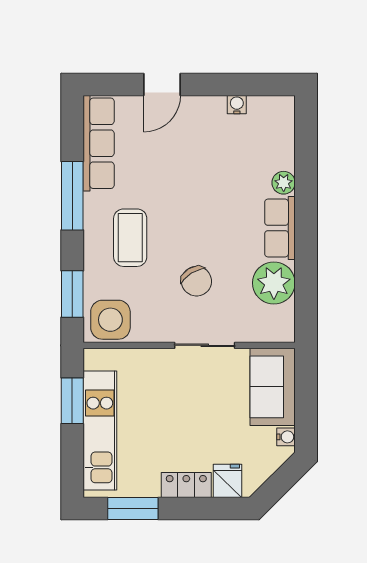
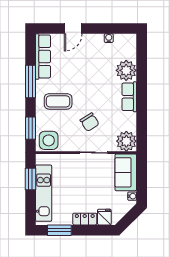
plant: (284, 183) -> (126, 70), width x1.87, depth x1.87
coffee table: (130, 238) -> (58, 101), turned 90
plant: (274, 283) -> (126, 141), moved

